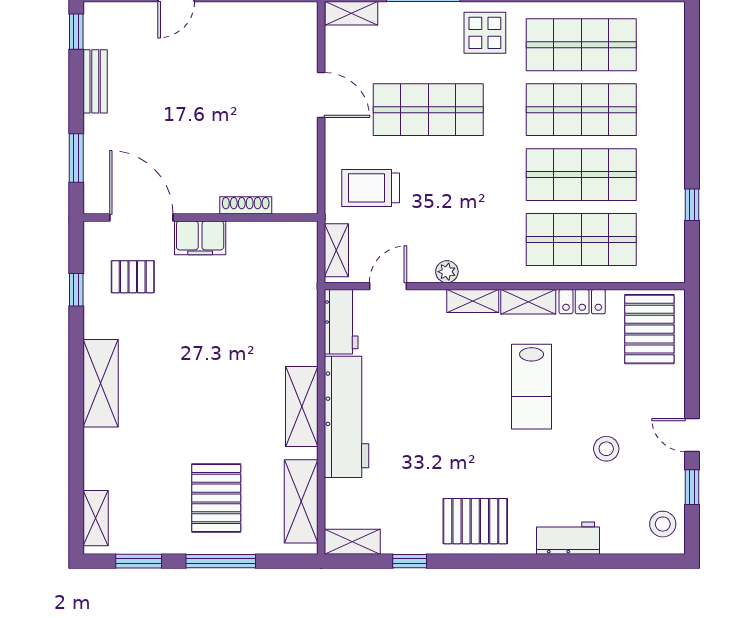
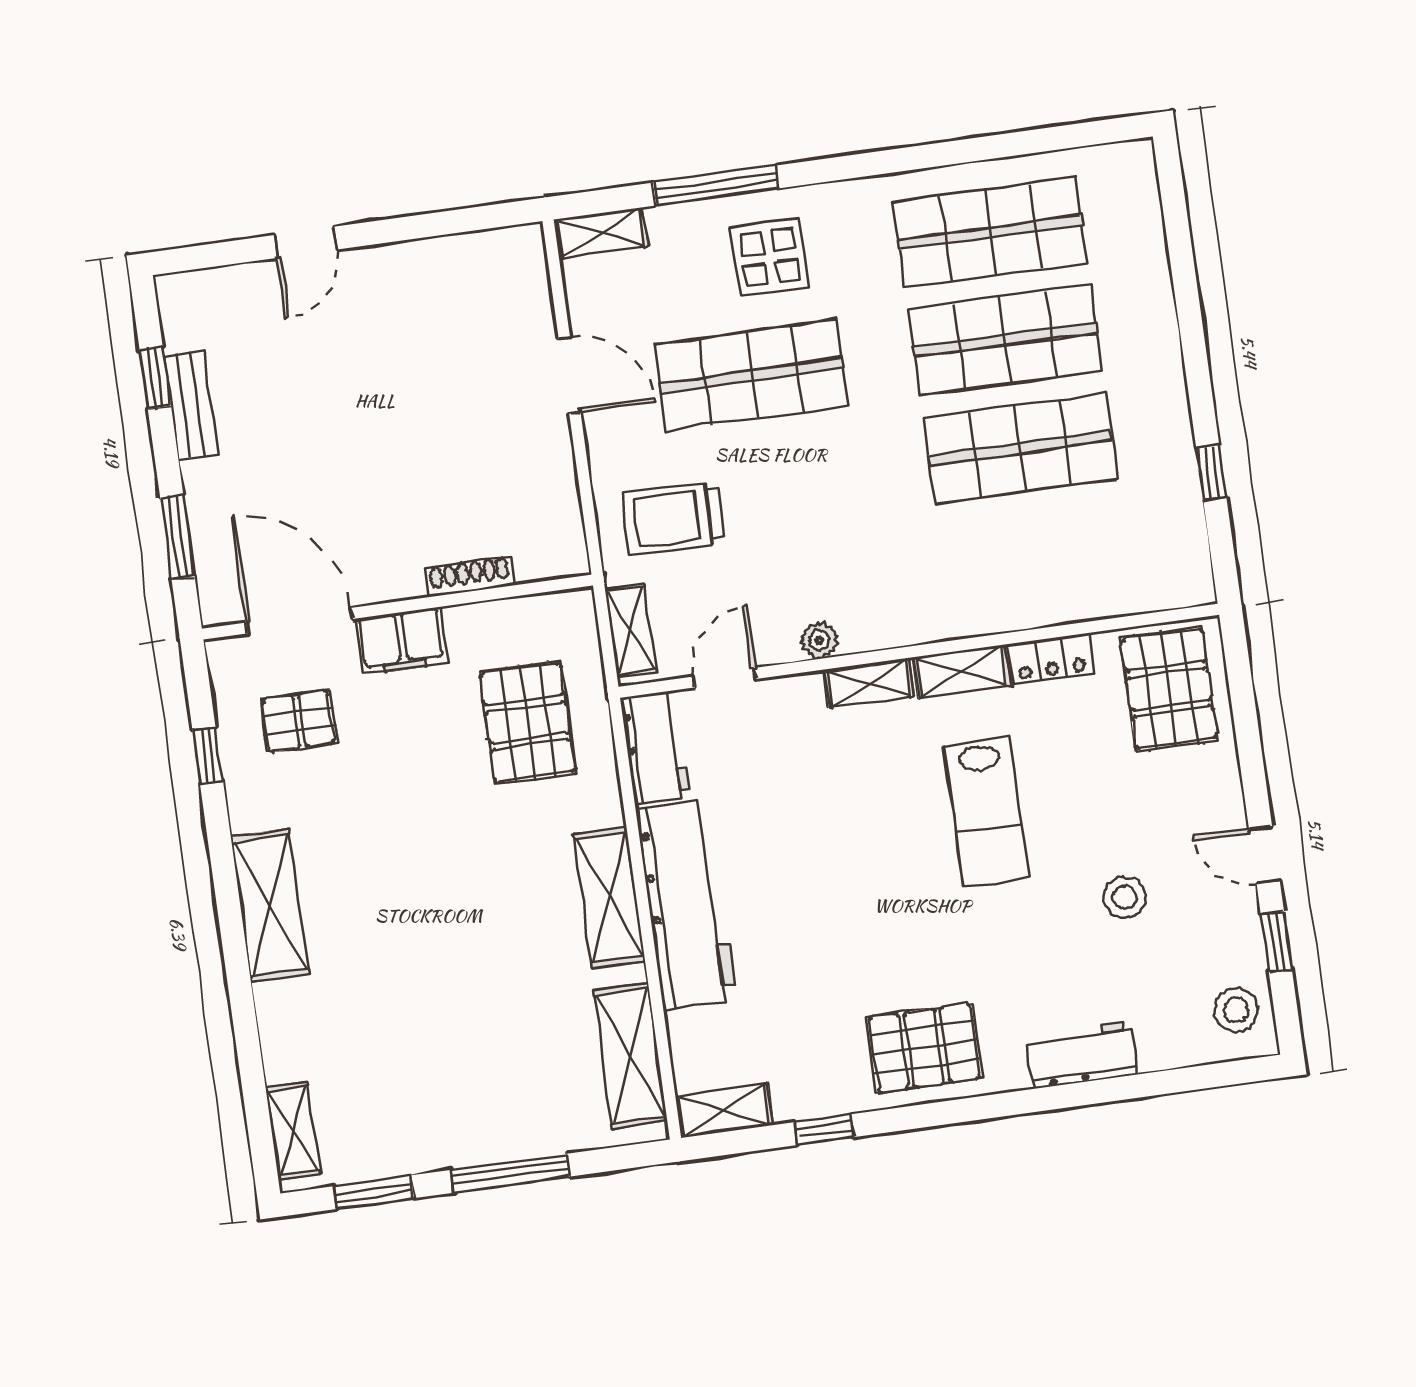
window: (76, 32) -> (155, 378), moved
display table: (485, 33) -> (770, 257), moved
shop shelf: (581, 240) -> (1035, 556), removed
pallet: (216, 498) -> (527, 722), moved

